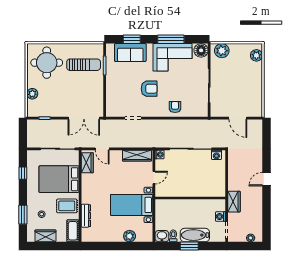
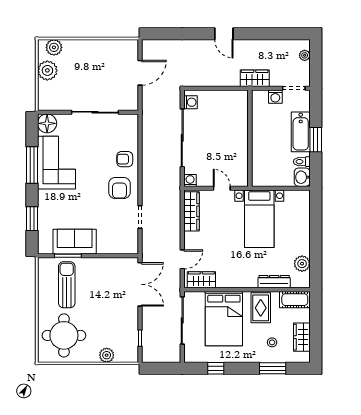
plant: (222, 51) -> (47, 70), moved
sofa: (130, 53) -> (75, 242), moved, turned -90
armchair: (149, 89) -> (119, 188), moved, turned 180
plant: (130, 236) -> (302, 264), moved

